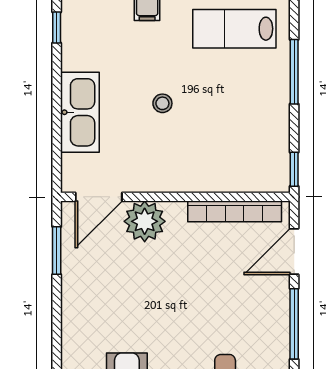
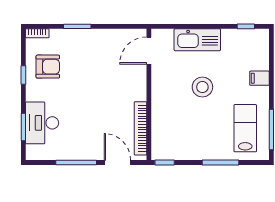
stool: (162, 103) -> (202, 87), width x1.89, depth x1.89
door: (99, 197) -> (149, 51), hinge flipped
plant: (145, 221) -> (135, 77), removed
window: (57, 251) -> (77, 26), moved

